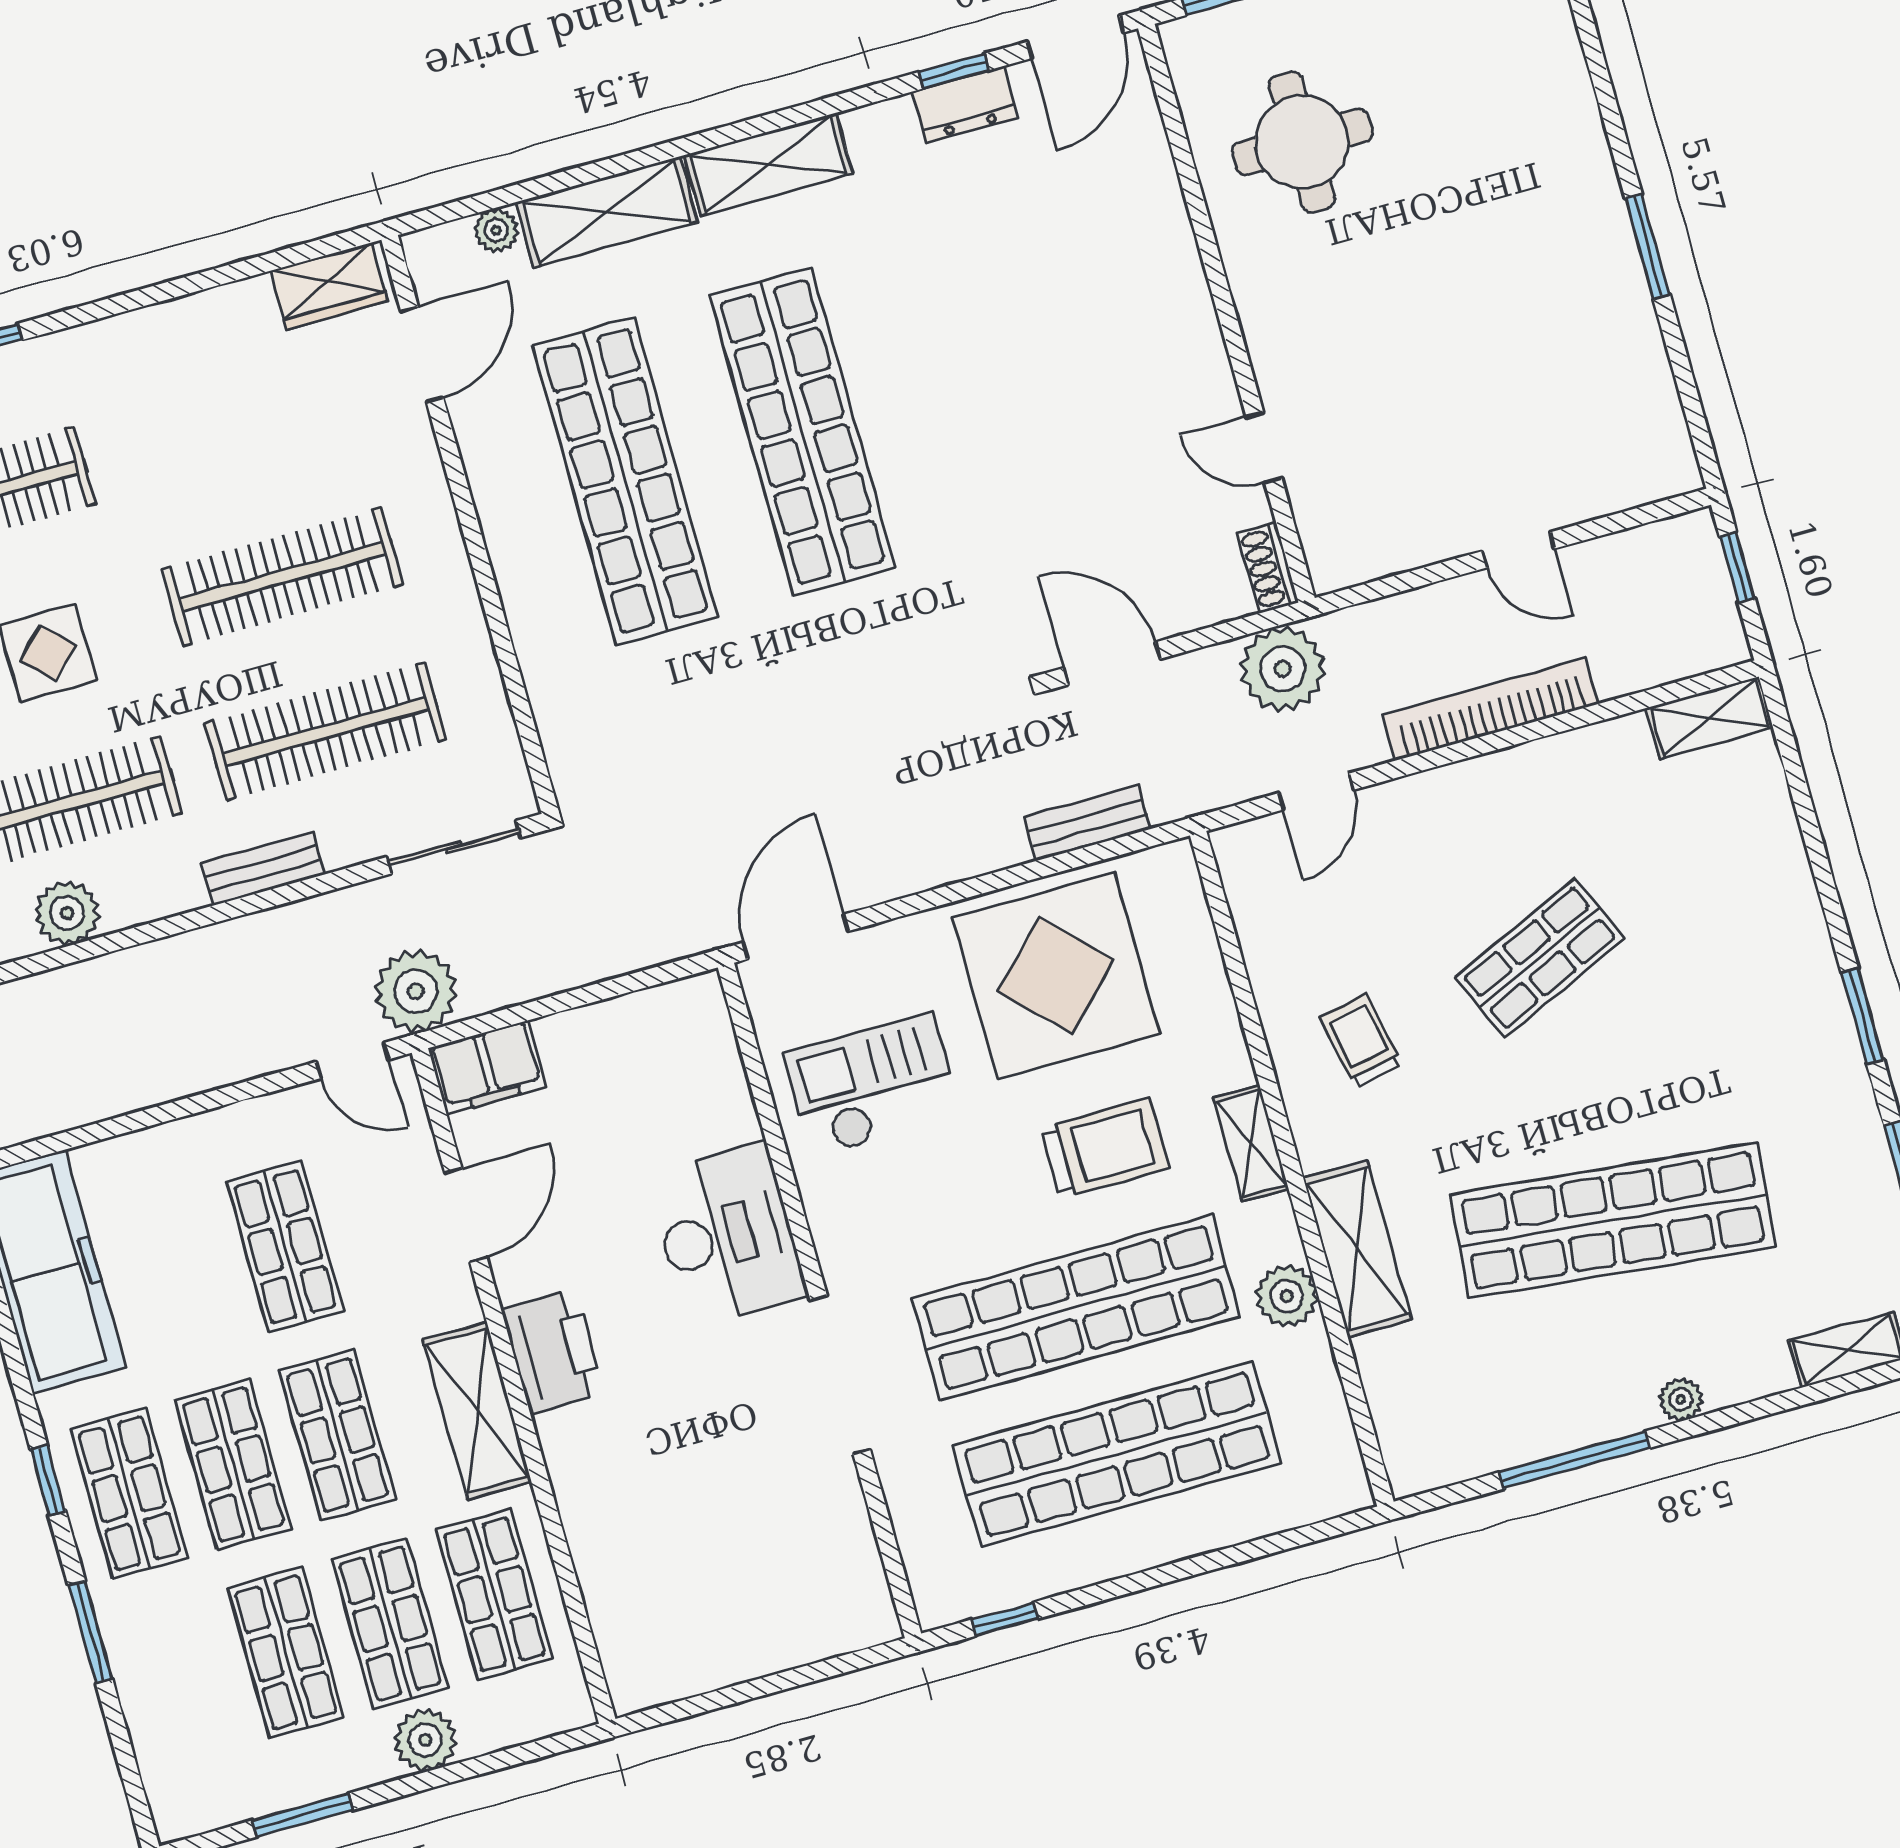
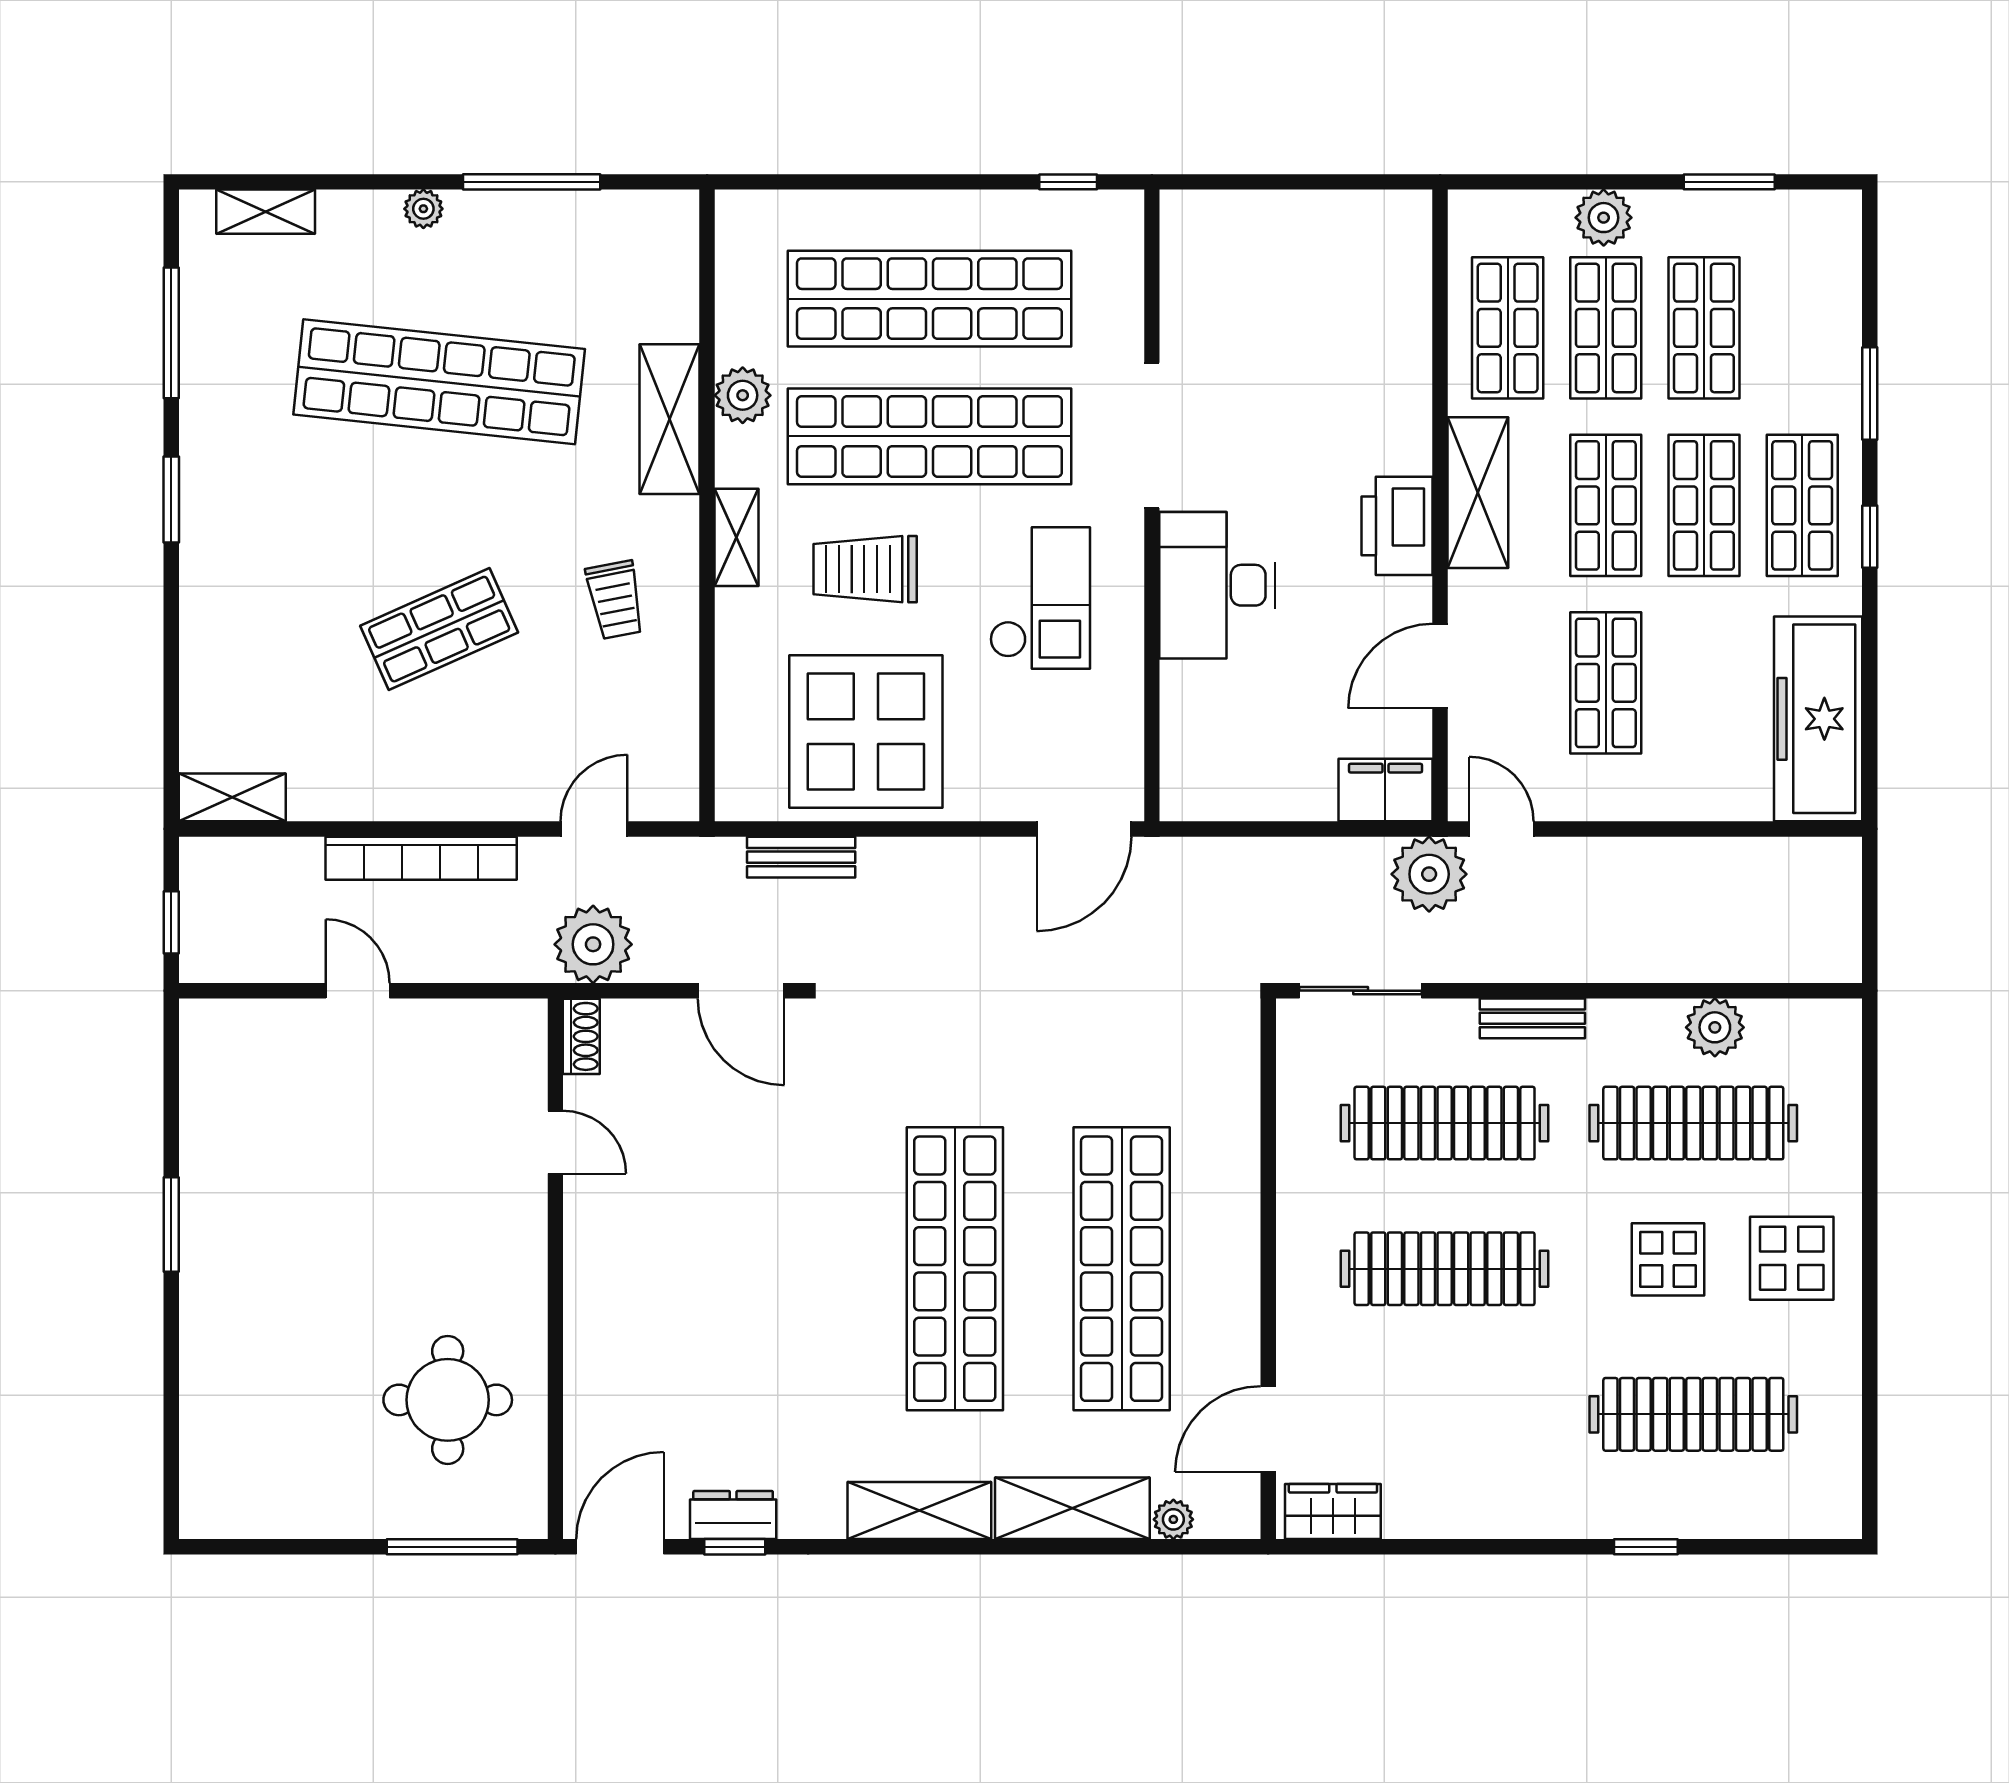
checkout: (873, 1085) -> (1040, 598), moved, turned -90

